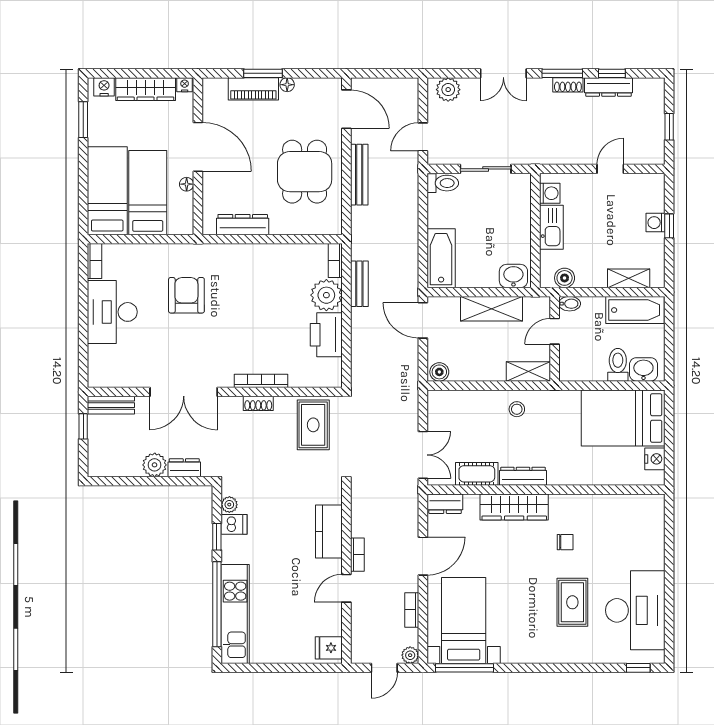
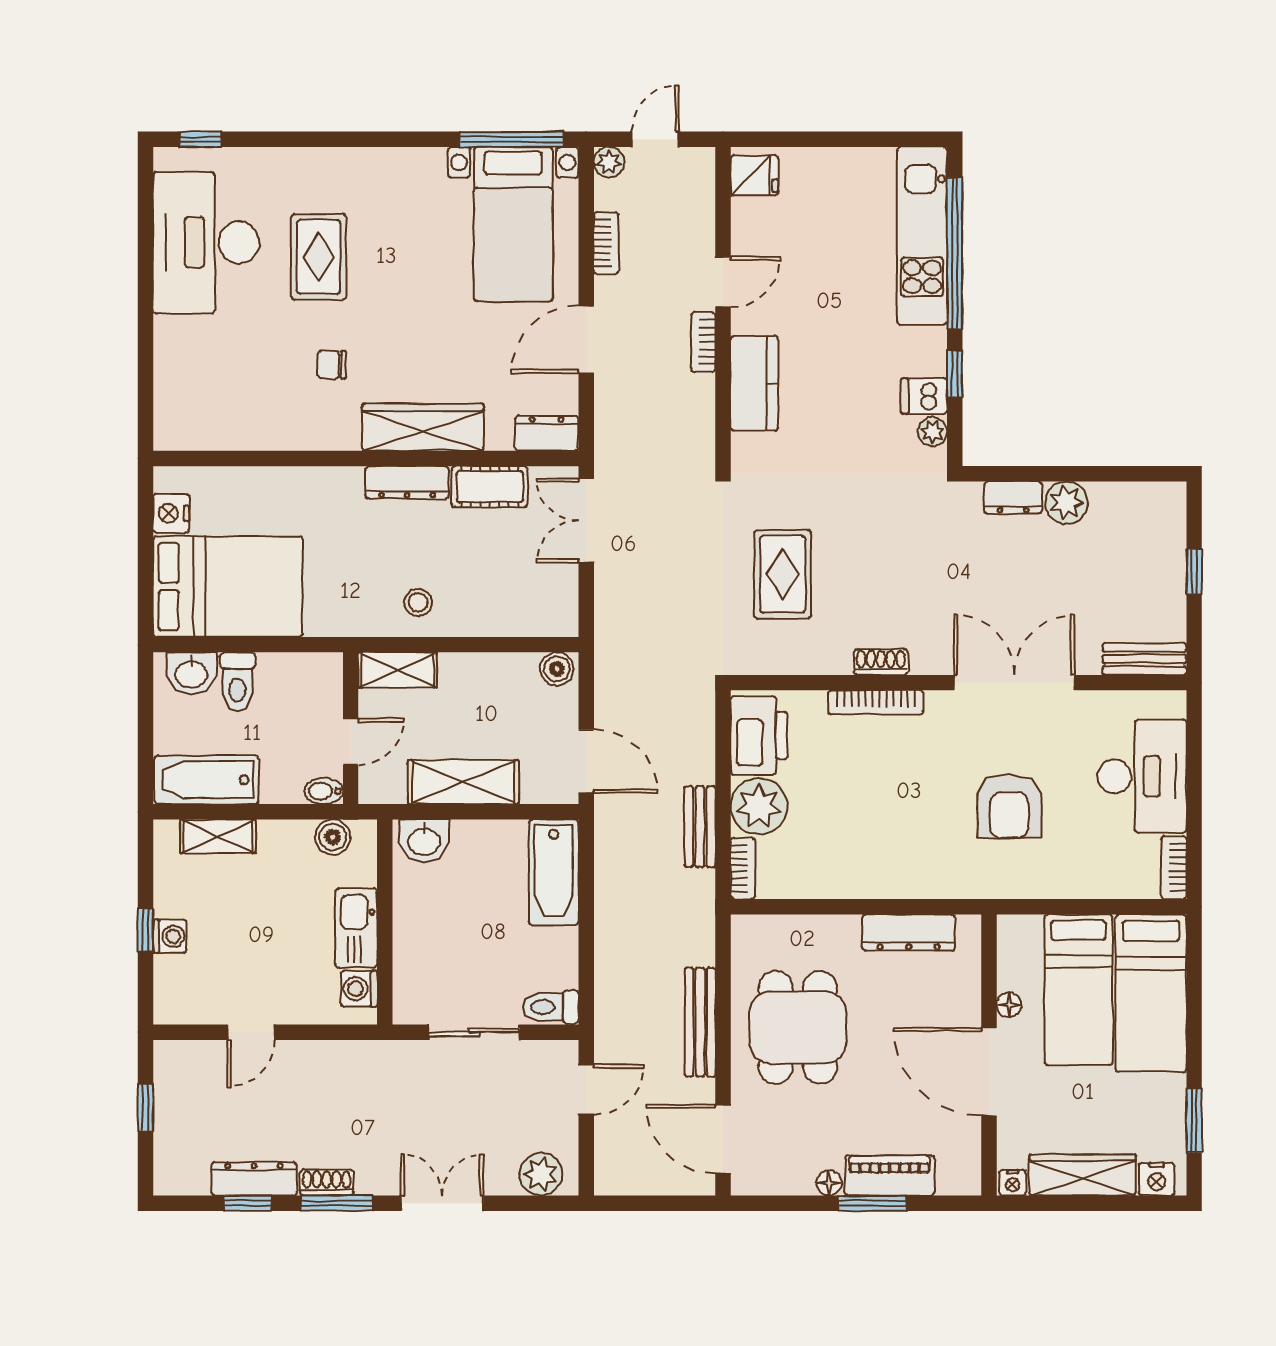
bookcase: (261, 381) -> (876, 702), moved
double door: (184, 392) -> (1014, 683), moved
wall: (215, 392) -> (959, 683), moved
shoe rack: (258, 403) -> (881, 662), moved
bench: (111, 405) -> (1145, 659), moved

